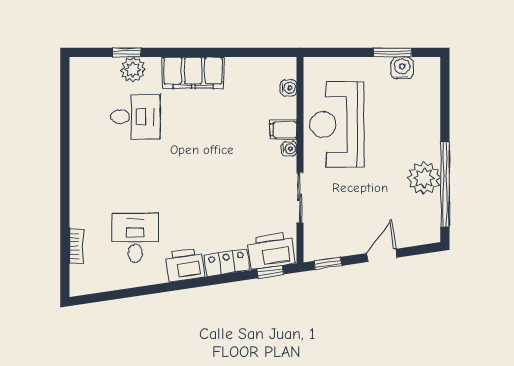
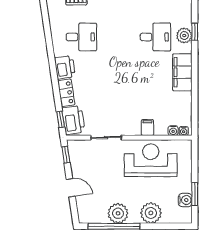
desk: (135, 117) -> (155, 37), turned -90
plant: (423, 124) -> (151, 213), added
water cooler: (289, 149) -> (184, 131), moved

